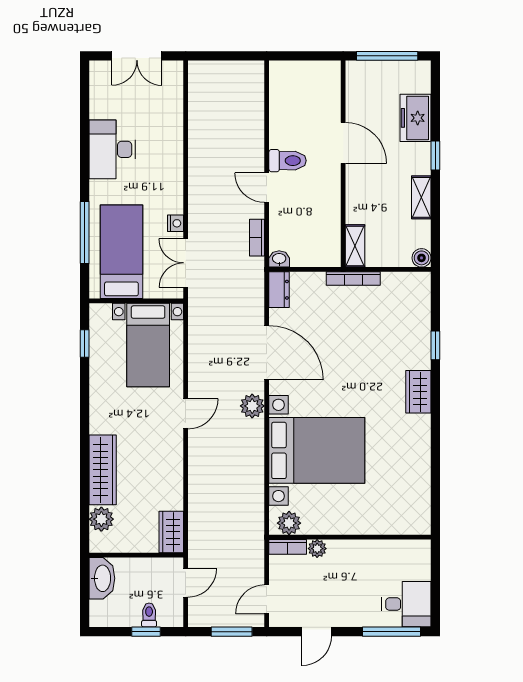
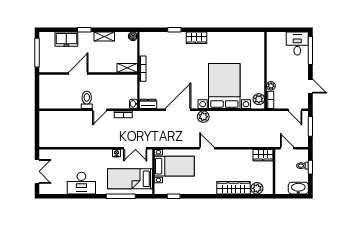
washbasin: (102, 578) -> (298, 188), moved

